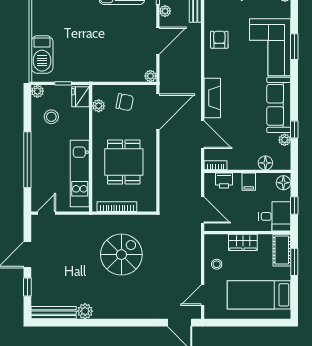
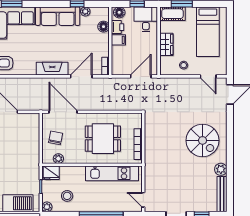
plant: (150, 76) -> (35, 118), removed
printer: (224, 181) -> (117, 27), moved
spiral stairs: (121, 255) -> (203, 140), moved, turned 180

